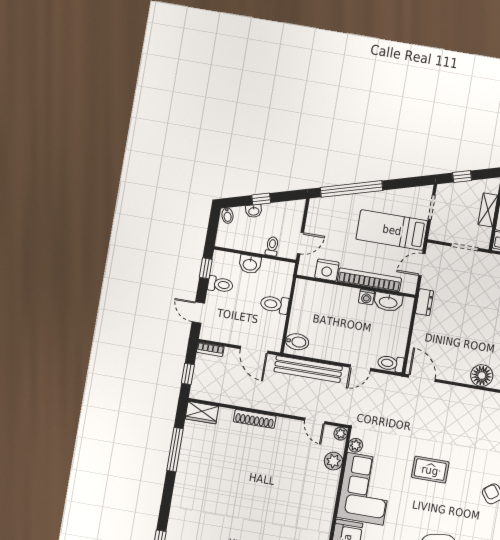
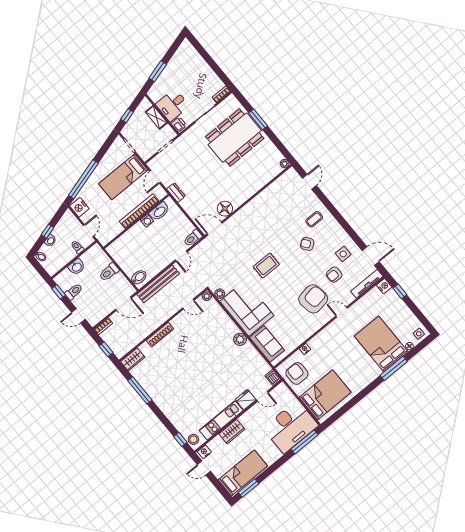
nightstand: (327, 270) -> (79, 207), moved, turned 90
floor lamp: (482, 376) -> (225, 209), moved
plant: (333, 461) -> (240, 339), moved

